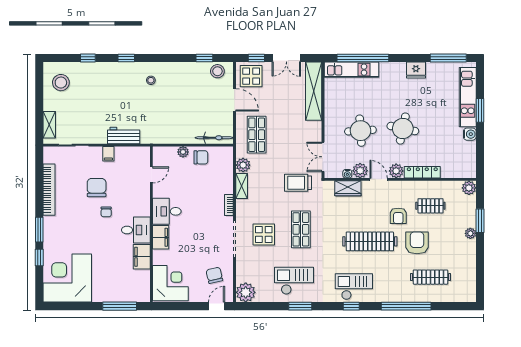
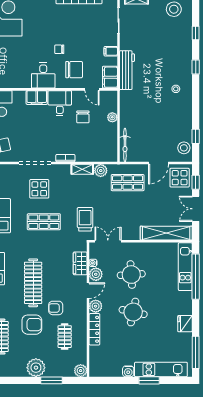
workbench: (124, 135) -> (127, 70), width x1.37
chair: (201, 157) -> (83, 117), moved
chair: (97, 188) -> (74, 70), moved
plant: (470, 233) -> (36, 368), width x1.88, depth x1.88
filing cabinet: (142, 257) -> (110, 77), moved, turned -90

